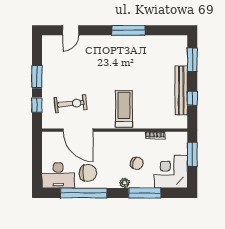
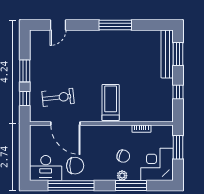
bench: (181, 90) -> (167, 54), moved
plant: (125, 183) -> (122, 176), moved

